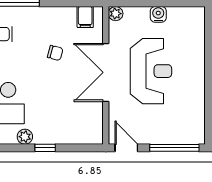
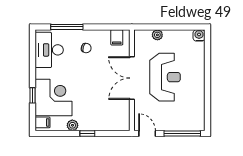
plant: (116, 14) -> (157, 35), moved
water cooler: (158, 14) -> (199, 35), moved
chair: (55, 53) -> (86, 48), moved

